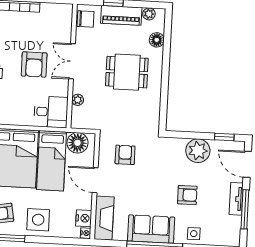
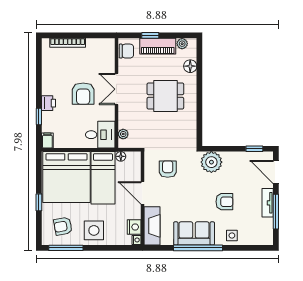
plant: (78, 100) -> (123, 134), moved
floor lamp: (77, 143) -> (121, 156), width x0.53, depth x0.53
plant: (198, 151) -> (211, 162), moved

